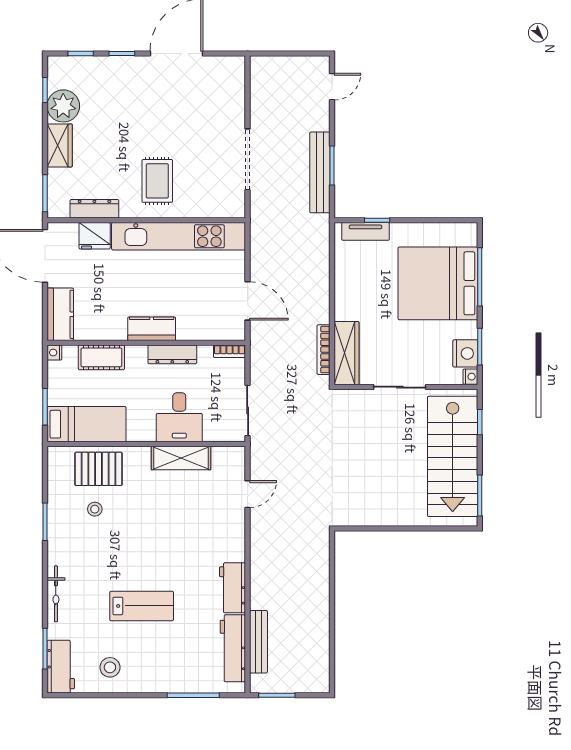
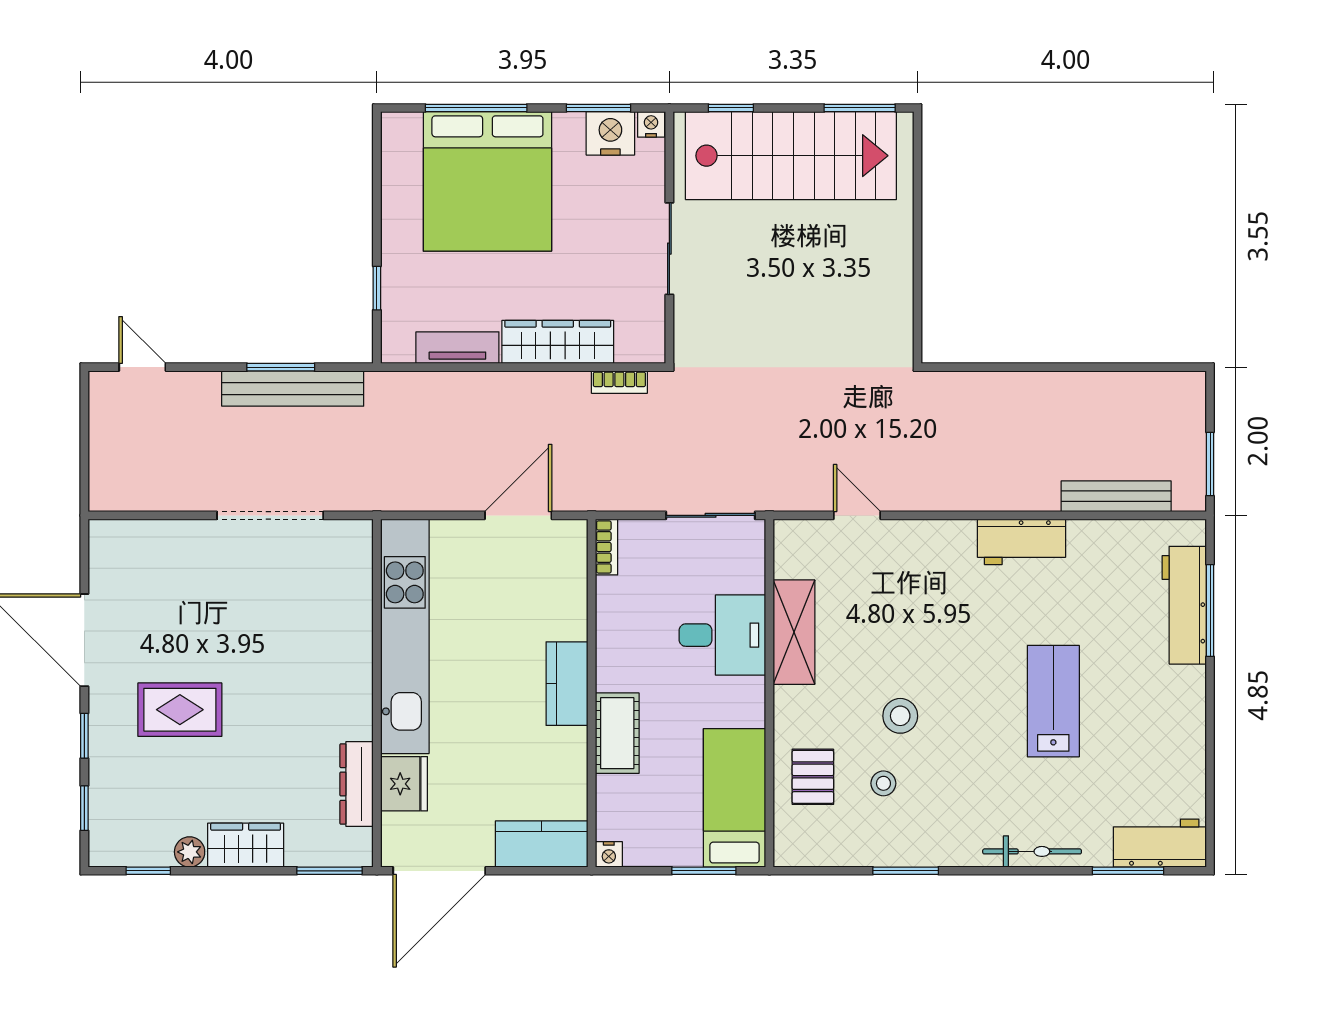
plant: (63, 106) -> (190, 852), width x0.53, depth x0.53
rug: (157, 181) -> (180, 710), moved
tv unit: (365, 231) -> (457, 348), moved, turned -90
bookcase: (324, 350) -> (619, 382), width x0.64
wardrobe: (346, 353) -> (558, 342), moved
dresser: (172, 354) -> (612, 647), removed
cot: (101, 357) -> (617, 733), moved
pallet: (99, 469) -> (813, 777), width x0.67, depth x0.71
workbench: (233, 648) -> (1184, 605), moved, turned 90
stool: (110, 667) -> (900, 716), moved

